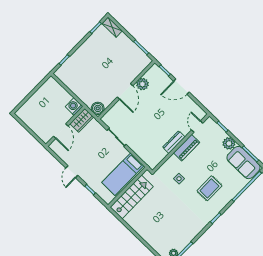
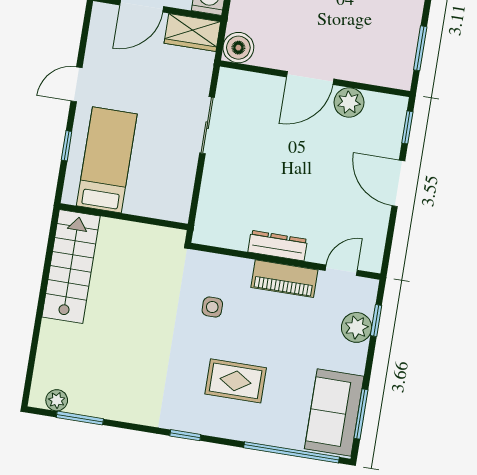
plant: (229, 143) -> (357, 327), moved
bed: (123, 174) -> (107, 160), moved, turned 90
stairs: (132, 197) -> (71, 267), moved, turned -90

